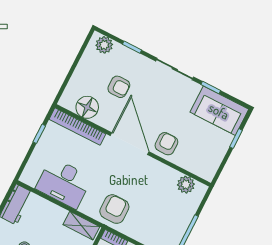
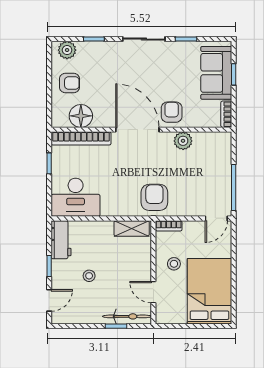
armchair: (119, 87) -> (69, 83), moved
sofa: (219, 111) -> (216, 73), moved, turned 90
bookcase: (212, 169) -> (226, 114), added
desk: (64, 183) -> (76, 197), moved
plant: (186, 185) -> (183, 141), moved

